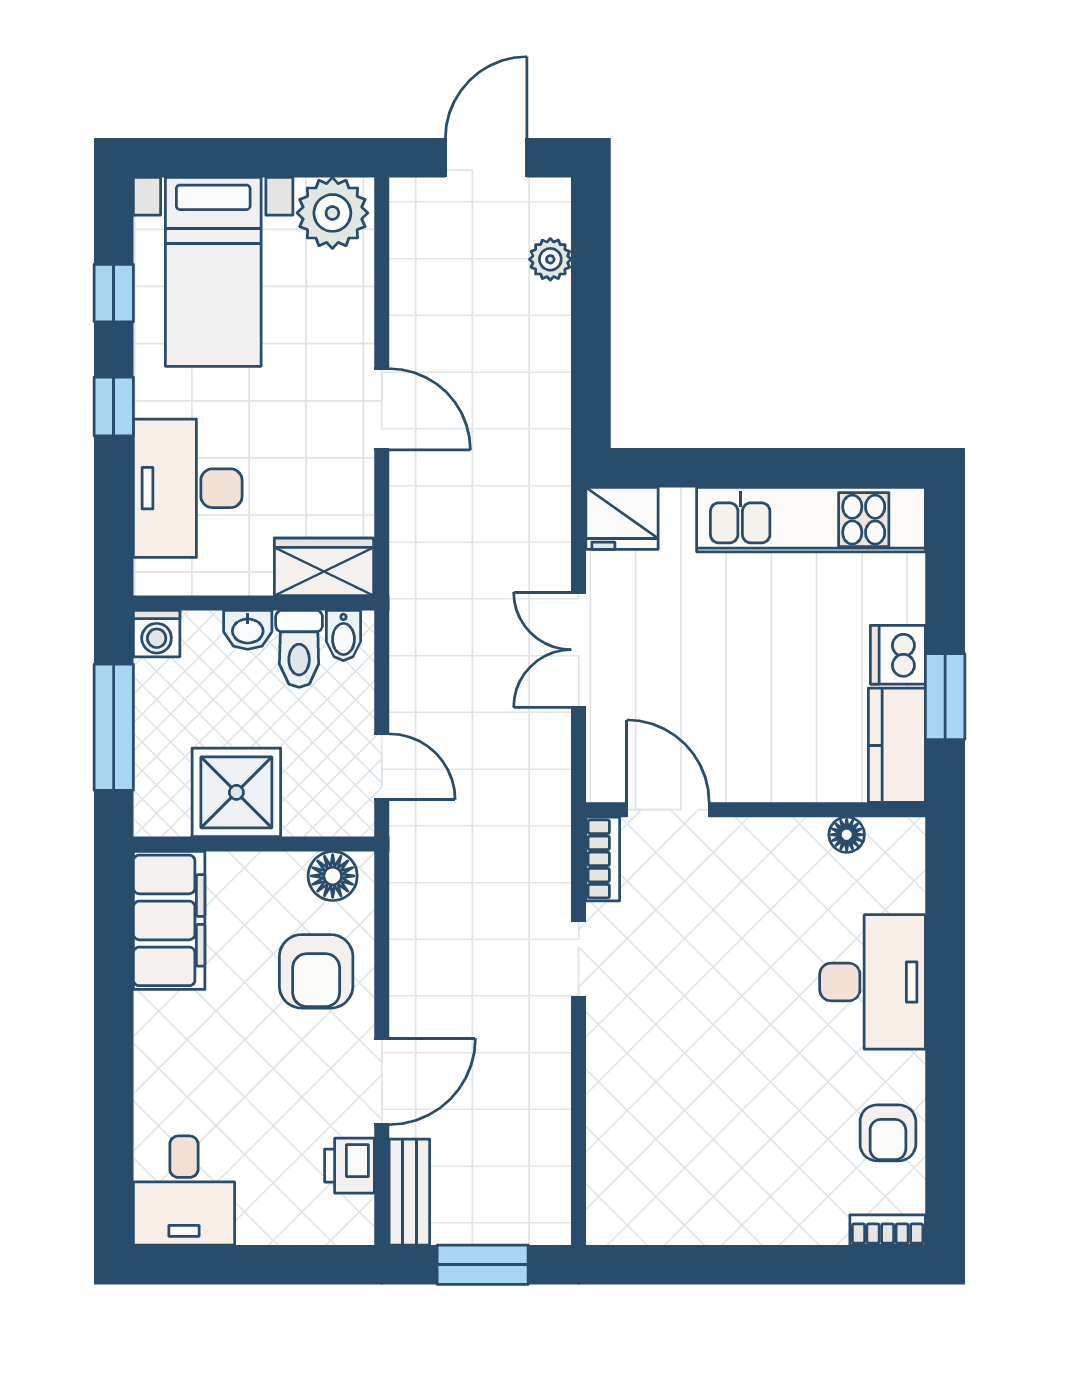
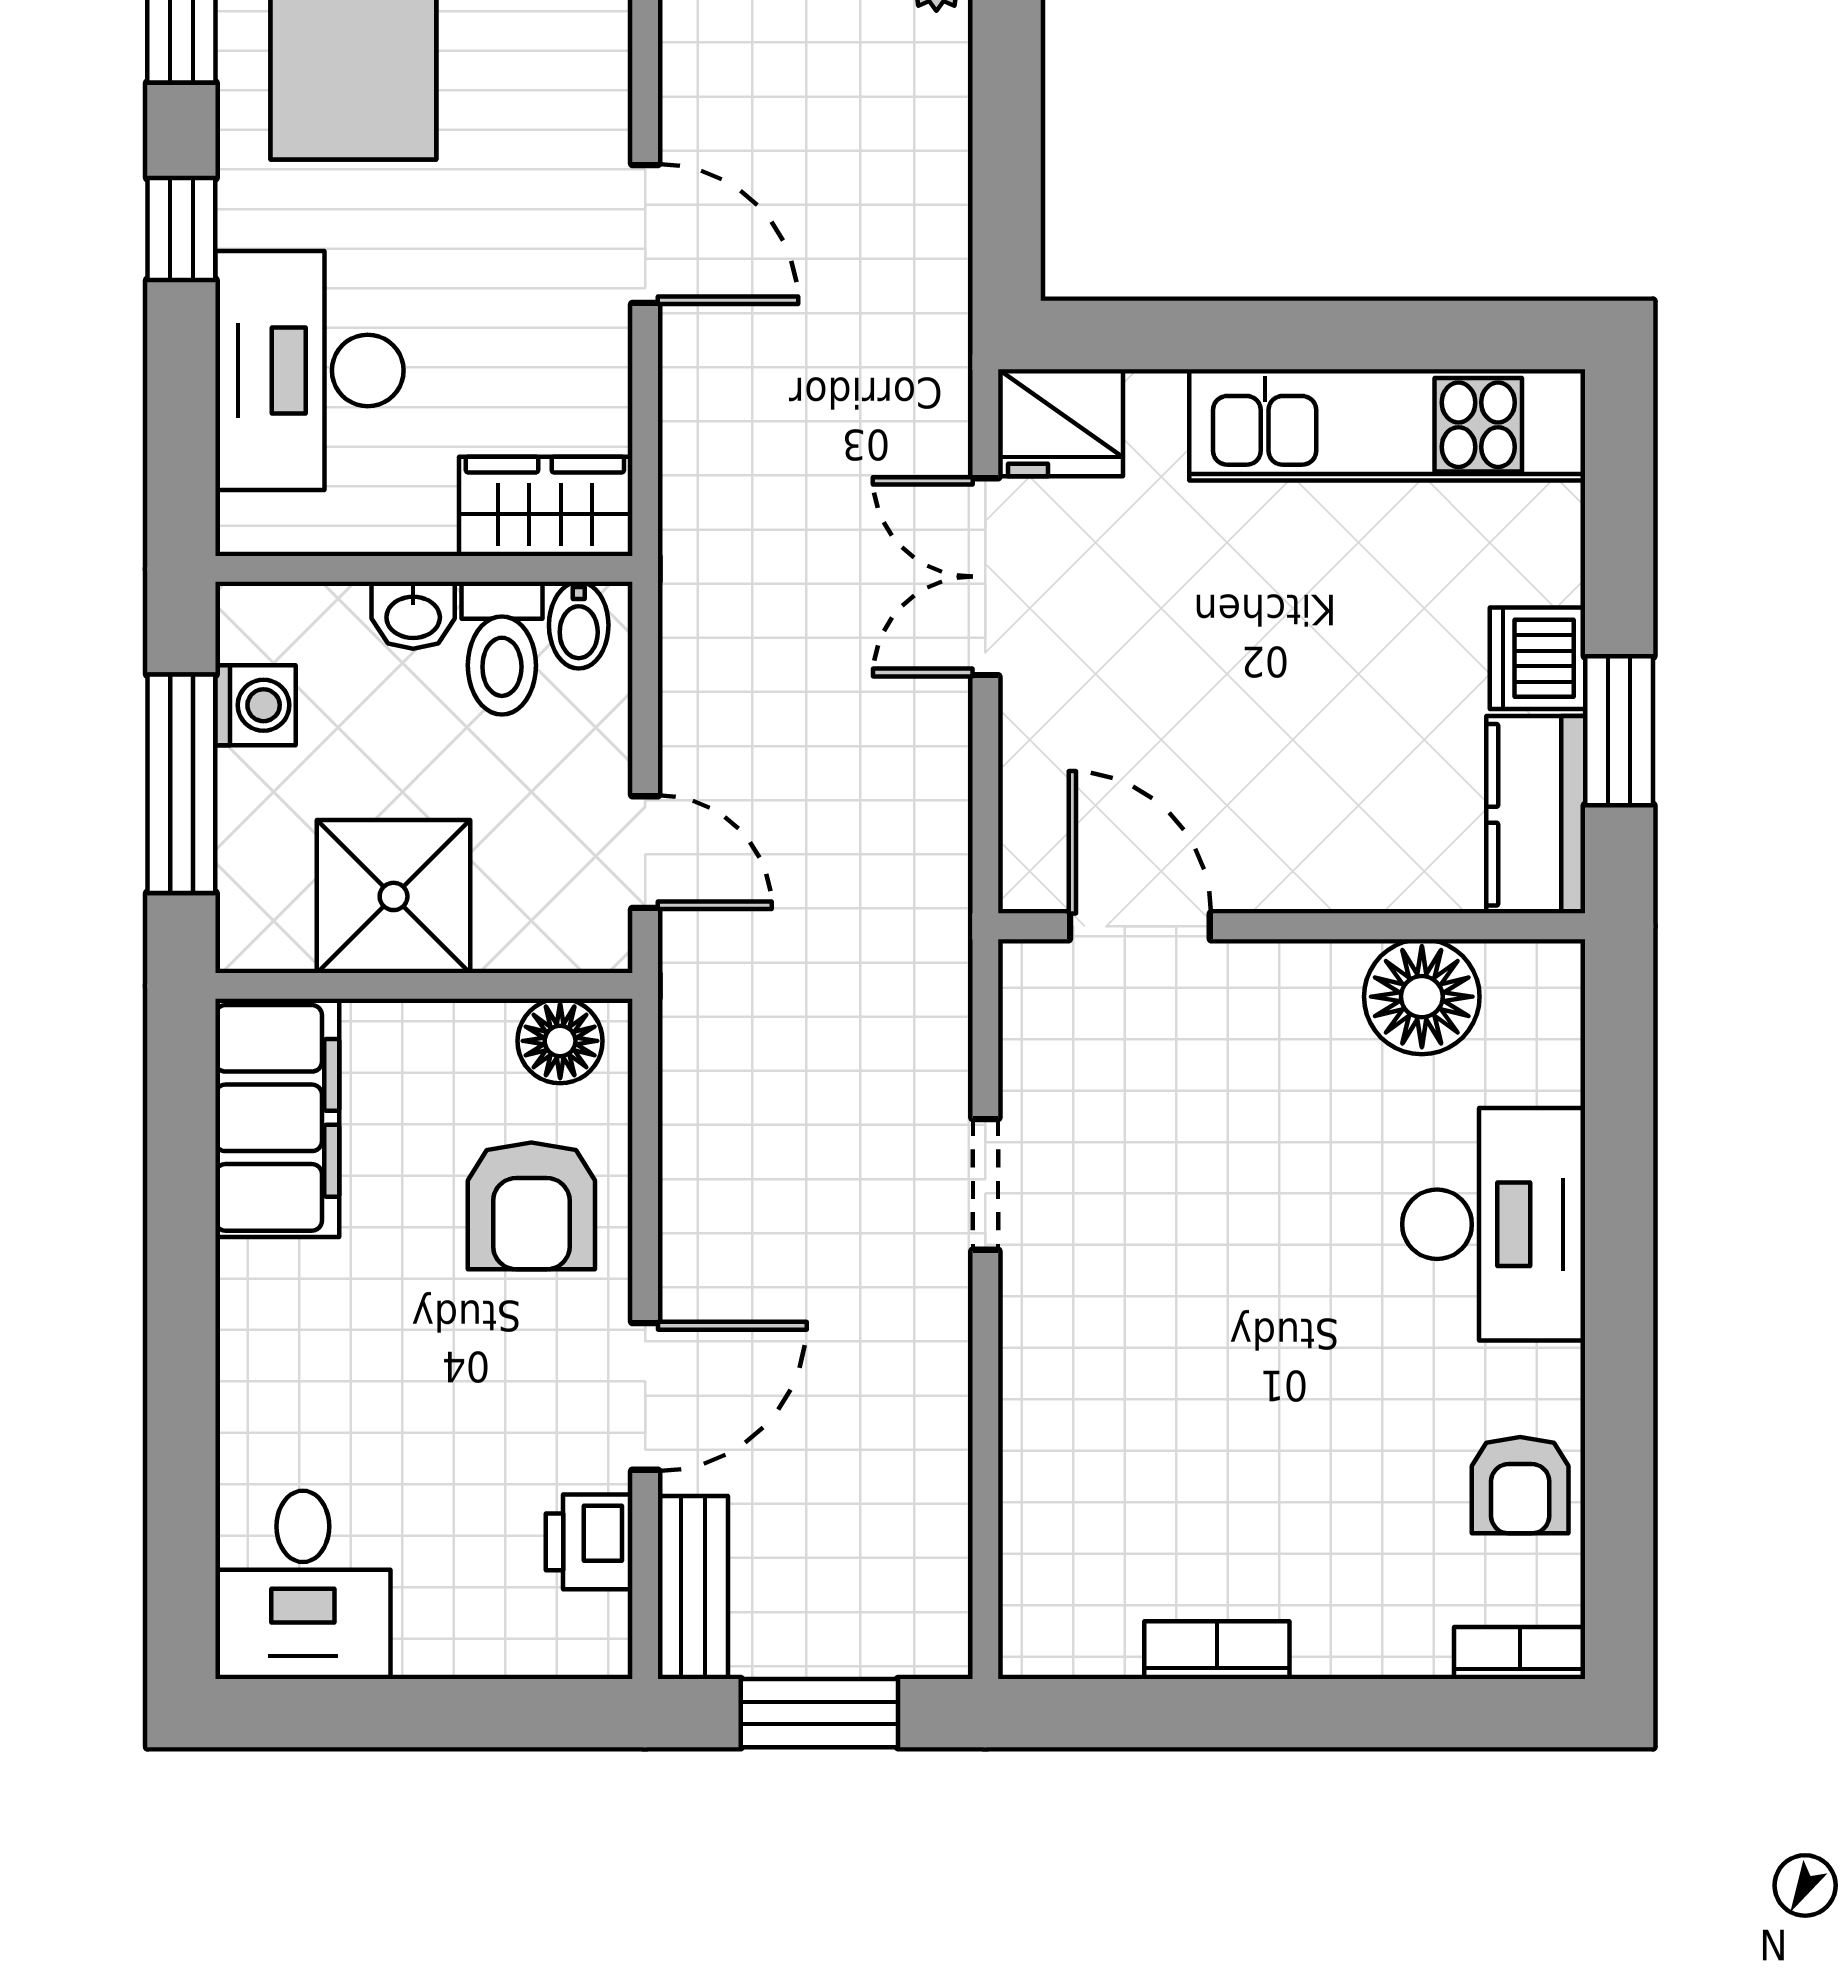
washing machine: (157, 634) -> (256, 705), moved, turned -90
double door: (579, 650) -> (985, 577), moved
floor lamp: (847, 835) -> (1422, 997), width x1.89, depth x1.89
bookcase: (603, 859) -> (1217, 1650), moved, turned -90

